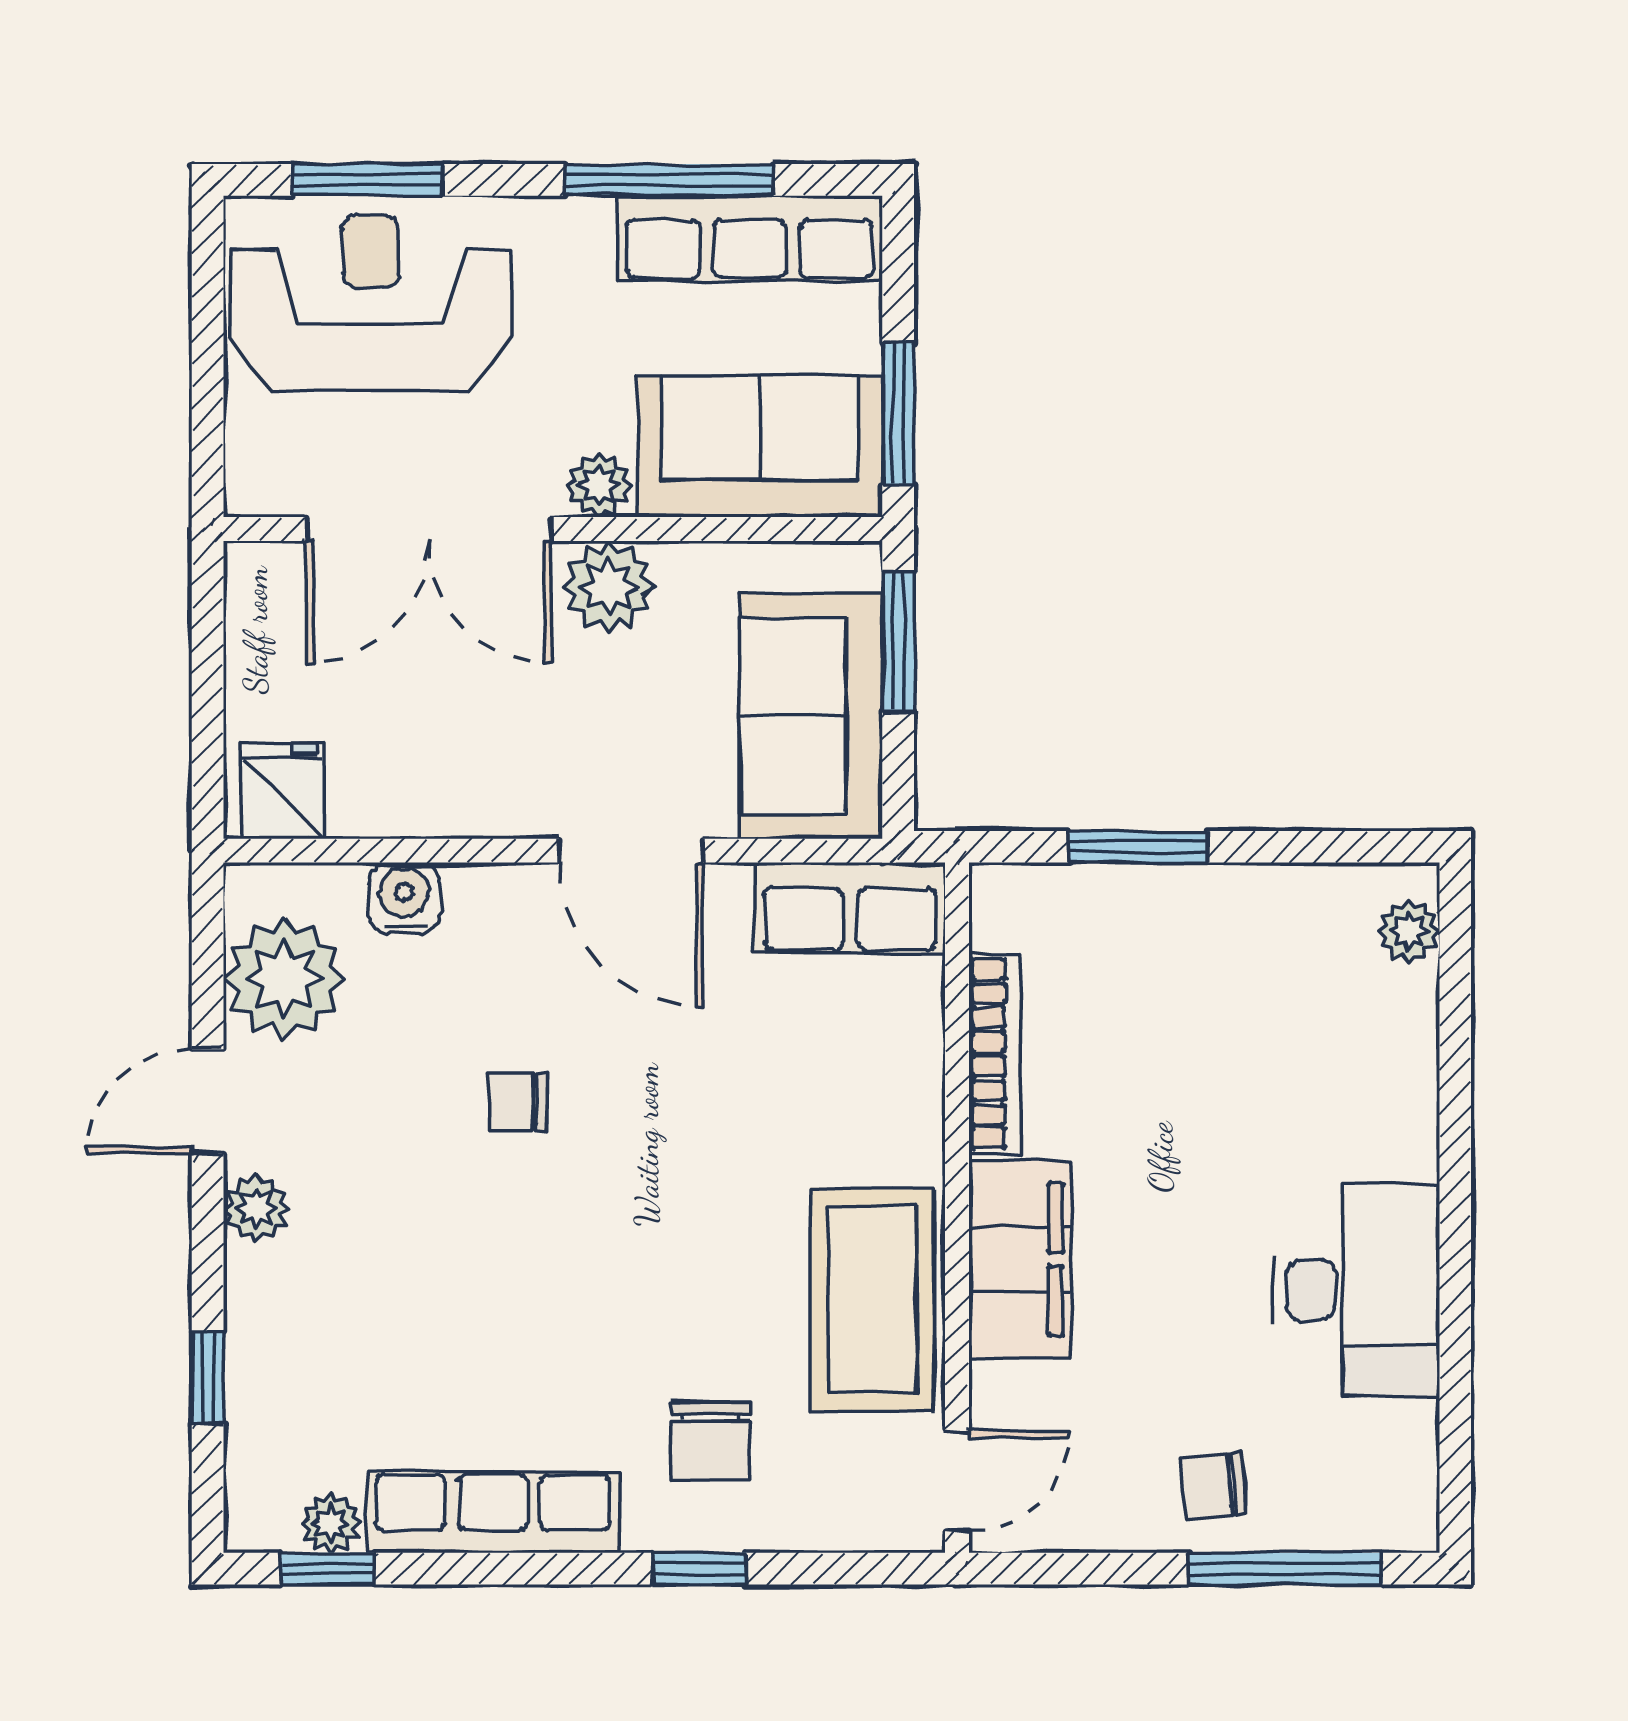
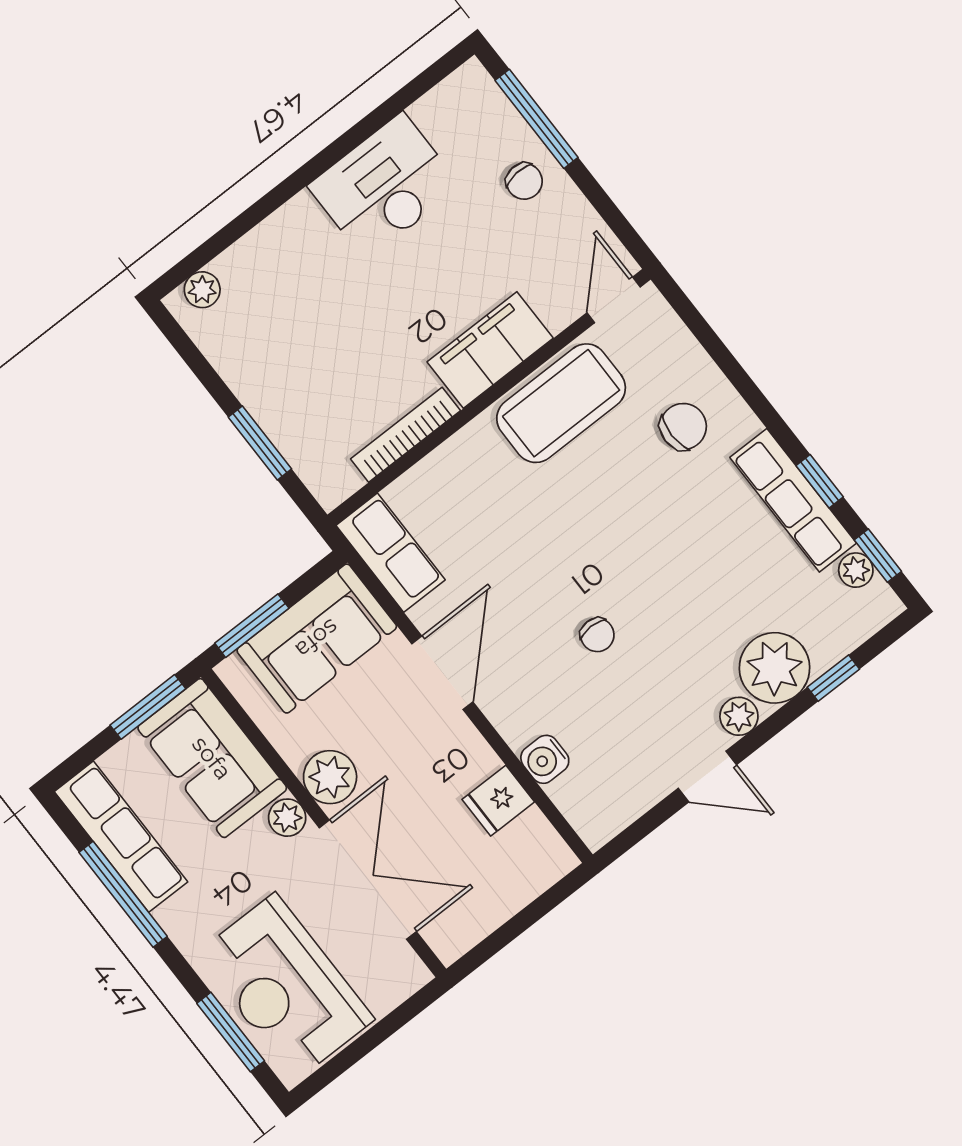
fridge: (283, 791) -> (498, 801), moved
plant: (284, 979) -> (775, 668), moved
door: (957, 1481) -> (614, 300), hinge flipped
window: (700, 1569) -> (820, 481), moved

